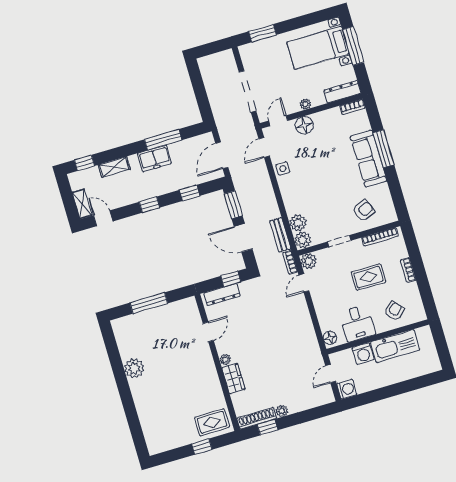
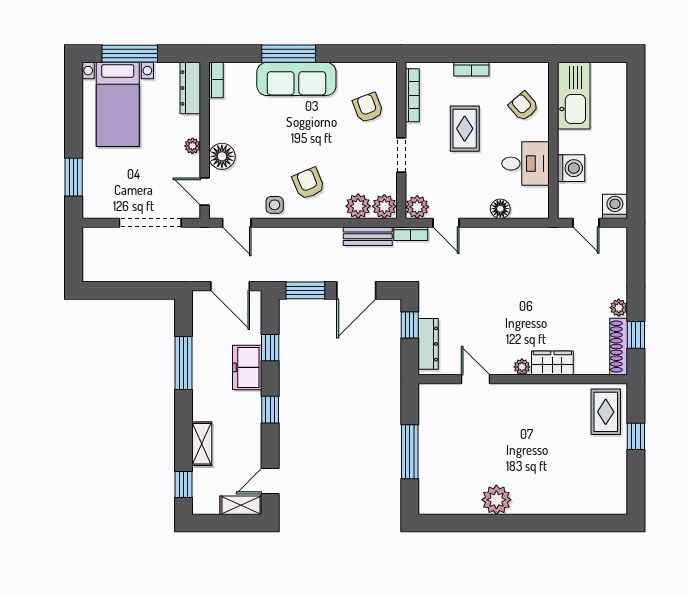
freezer: (154, 158) -> (247, 367), moved, turned 180
armchair: (303, 186) -> (308, 183), added
floor lamp: (330, 338) -> (500, 209), moved
kitchen sink: (395, 346) -> (574, 96), moved

